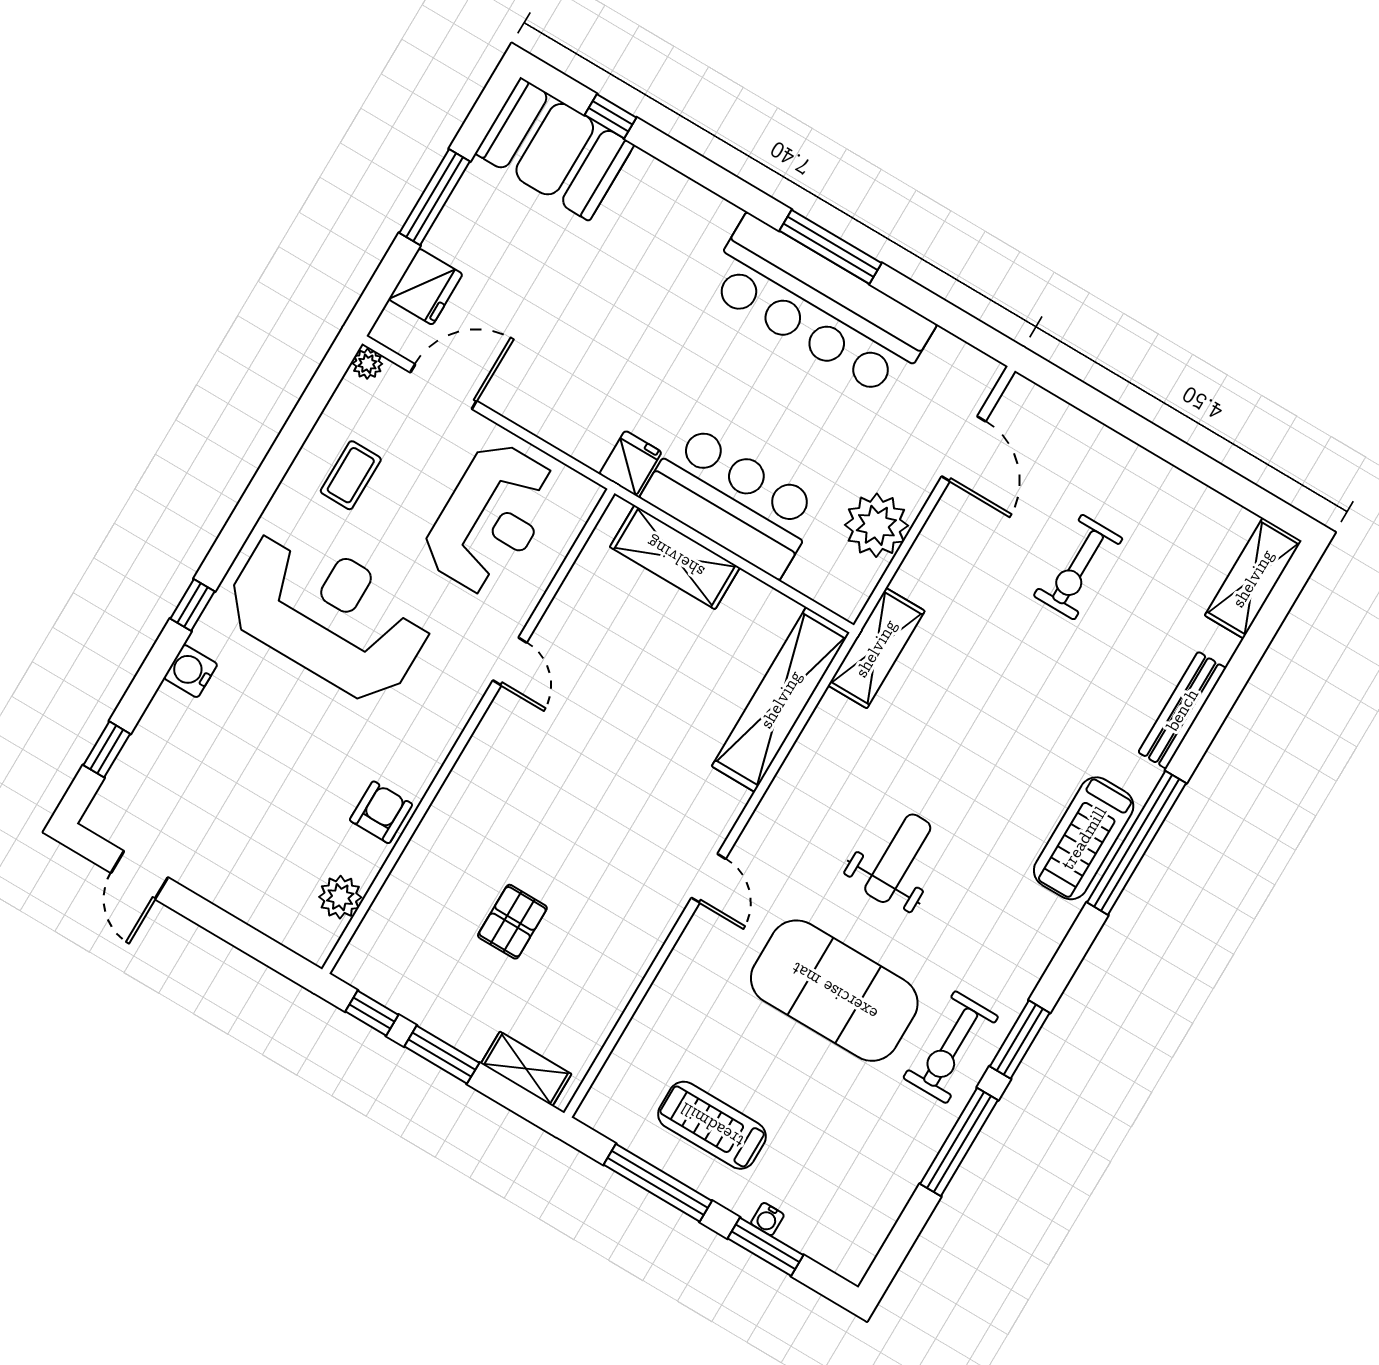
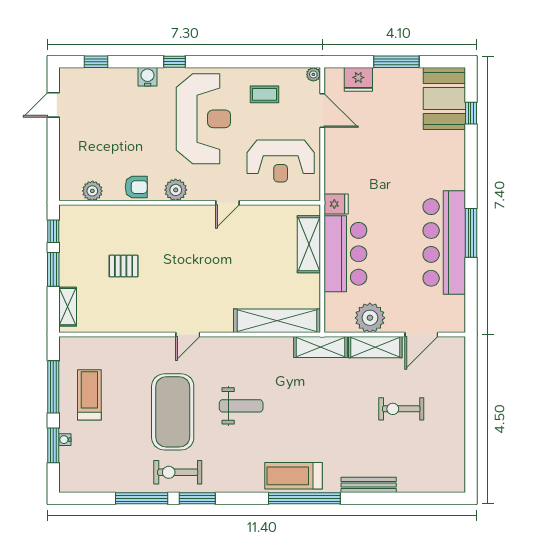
shelving: (1253, 578) -> (375, 347), moved
plant: (429, 743) -> (176, 190), added

